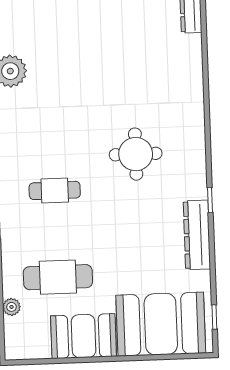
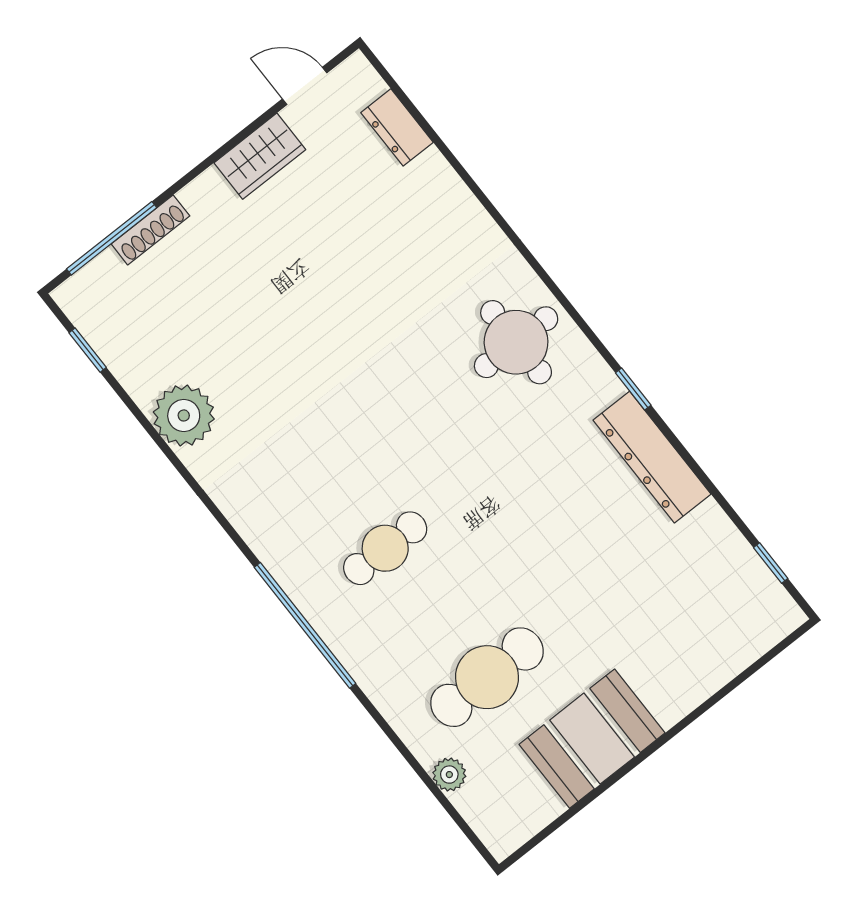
round table: (136, 154) -> (516, 342), moved
booth: (161, 324) -> (697, 634), removed

